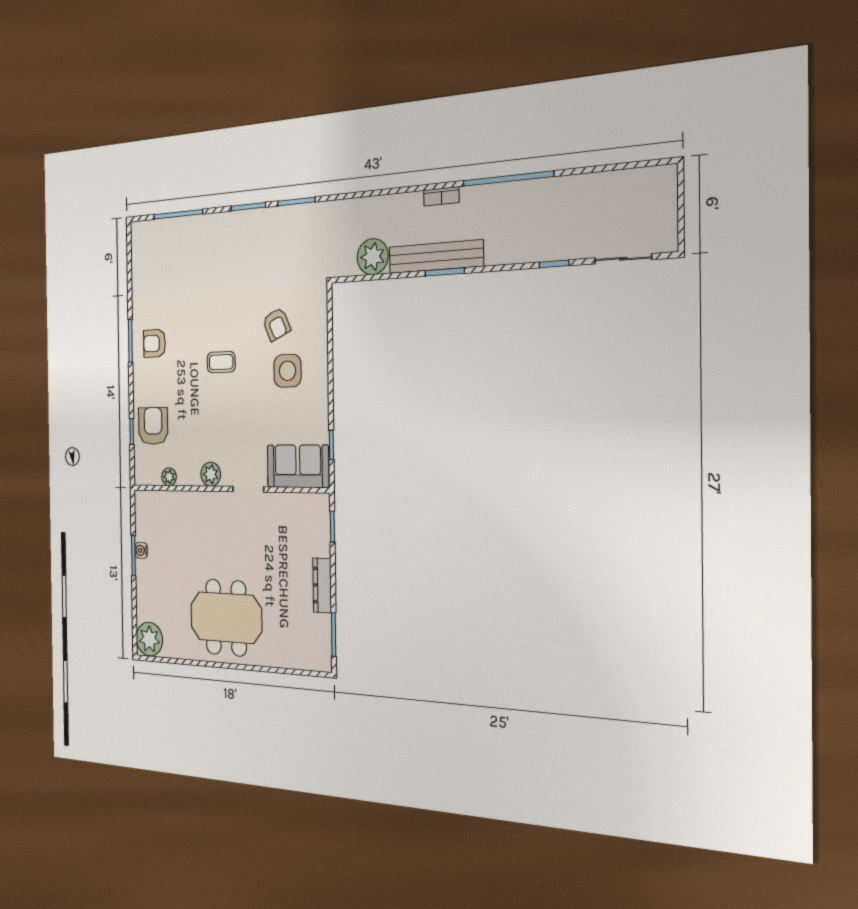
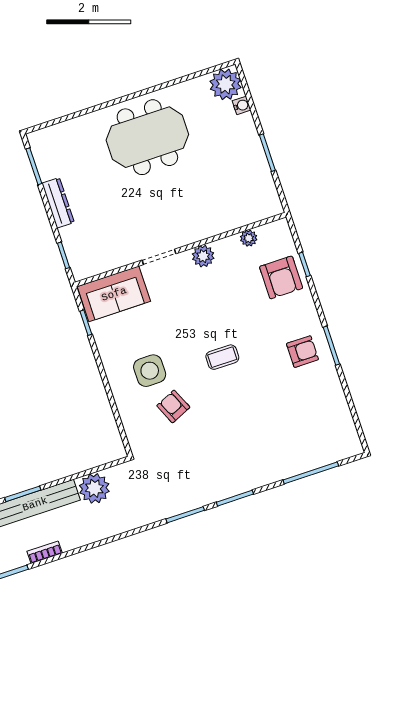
water cooler: (141, 550) -> (242, 105), moved

